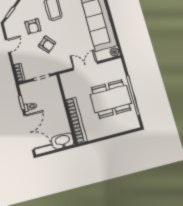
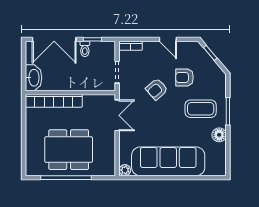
double door: (85, 66) -> (117, 115), moved
dining table: (111, 99) -> (69, 150), turned 90

